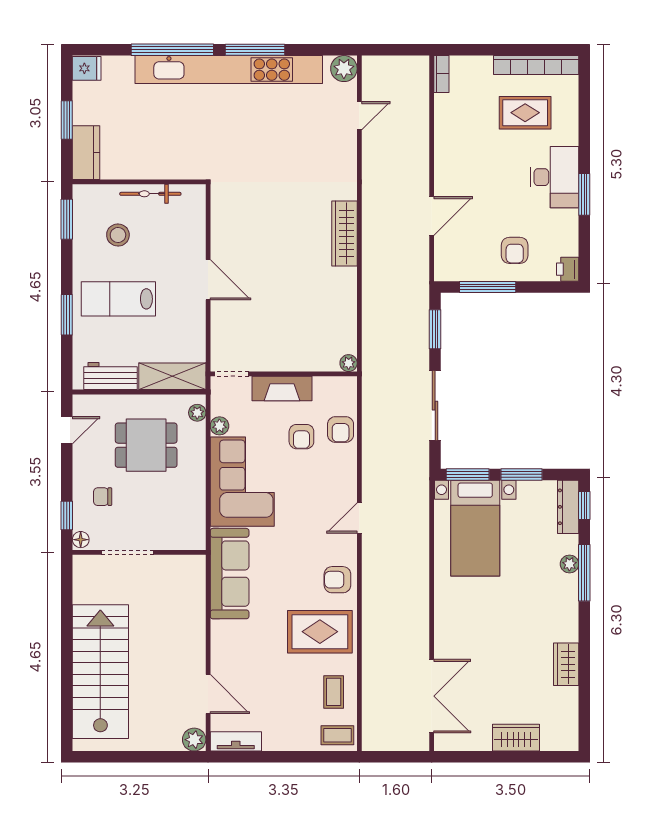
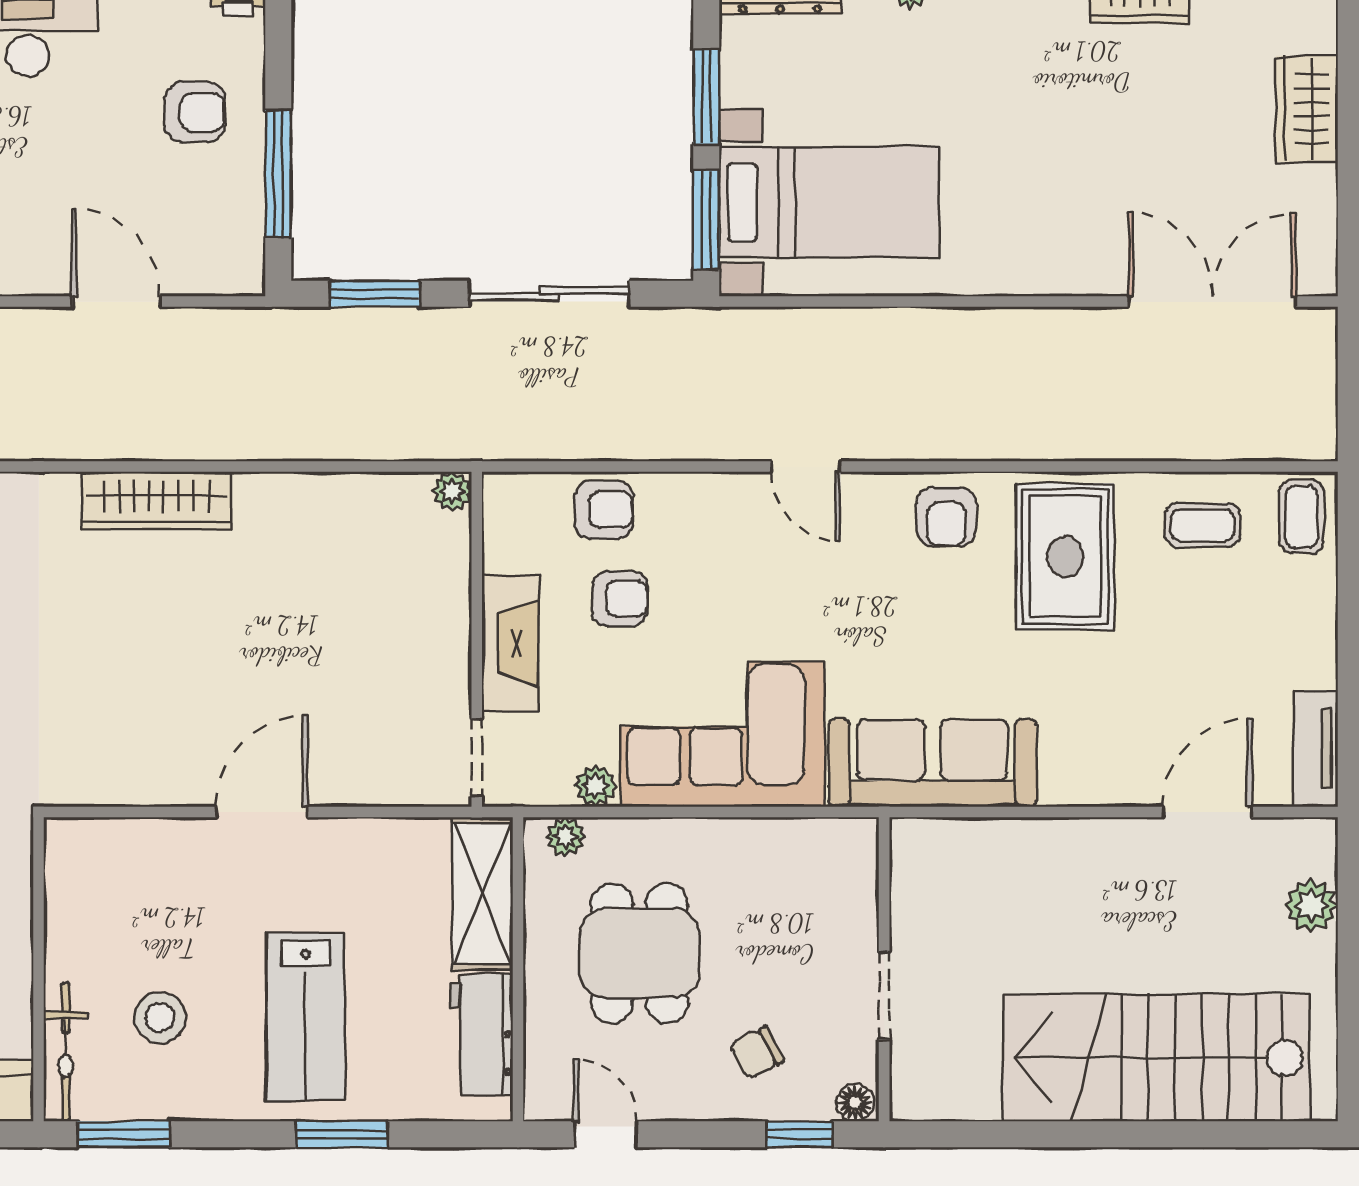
bicycle: (150, 194) -> (66, 1052), moved
chair: (103, 497) -> (757, 1053), turned 63
doorway: (128, 552) -> (884, 996), width x0.73
plant: (194, 740) -> (1311, 905), moved

